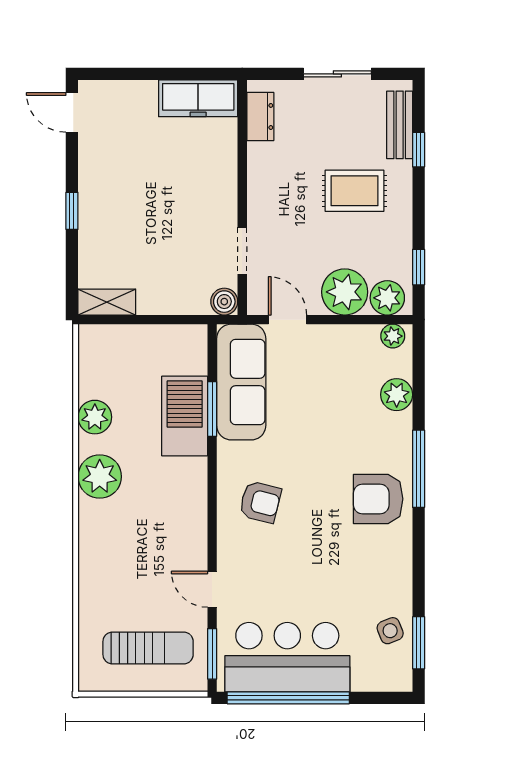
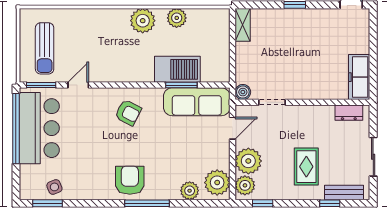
plant: (393, 336) -> (217, 183), width x1.88, depth x1.88
armchair: (260, 502) -> (128, 113), turned -77

